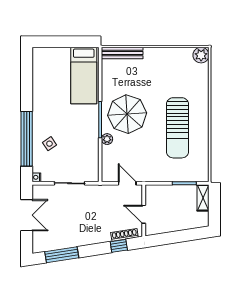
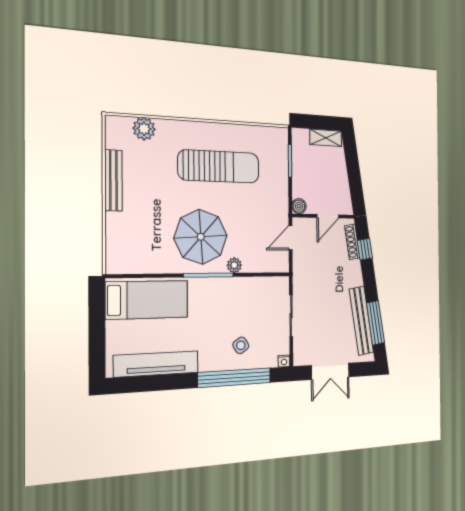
bench: (122, 53) -> (113, 180), moved
plant: (201, 55) -> (144, 129), moved
tv unit: (40, 82) -> (156, 364), added
boiler: (151, 190) -> (299, 206), added
shelving: (203, 198) -> (326, 138), moved
double door: (27, 215) -> (330, 371), swing flipped
bench: (64, 242) -> (361, 321), added

